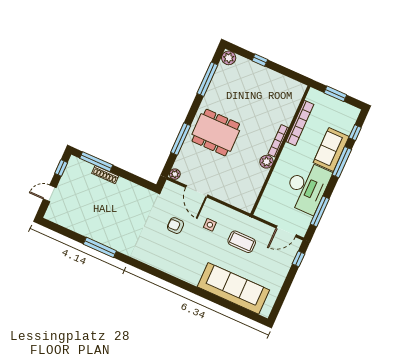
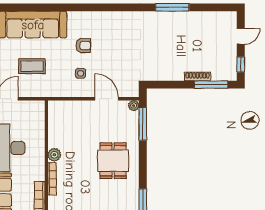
dining table: (216, 133) -> (113, 161), width x0.73
window: (181, 139) -> (143, 124), moved
armchair: (176, 226) -> (83, 46), moved
coffee table: (242, 242) -> (32, 66), moved

